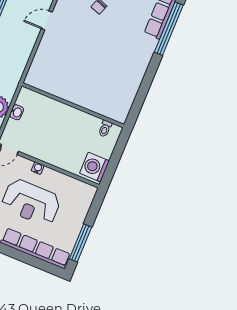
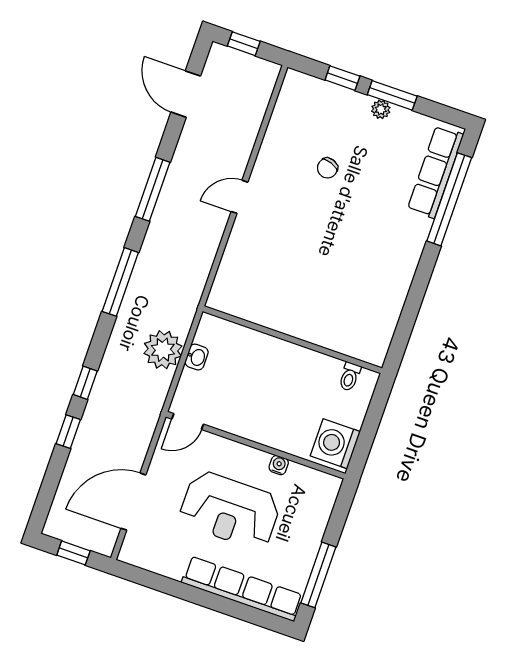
water cooler: (38, 168) -> (279, 465), moved

